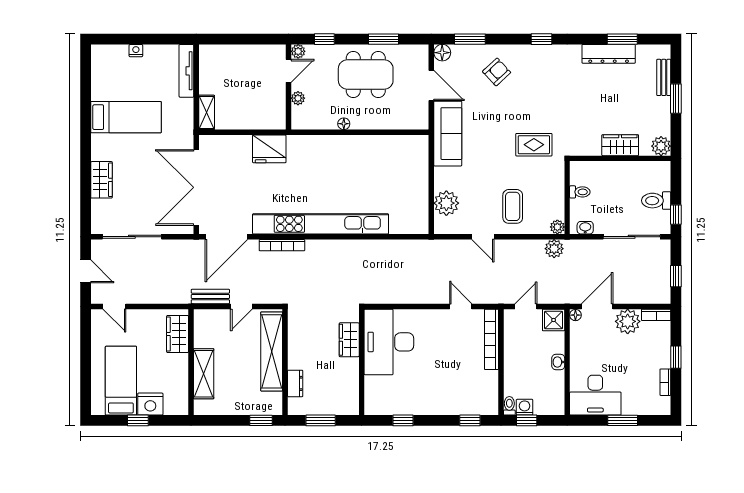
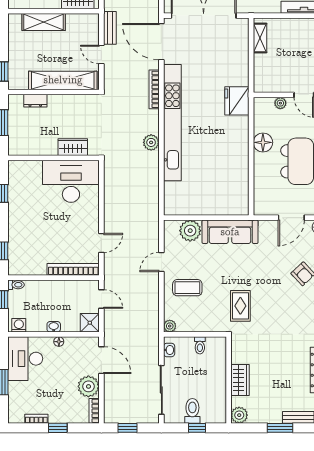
shelving: (207, 112) -> (260, 38), moved, turned 90
floor lamp: (344, 124) -> (263, 142), width x1.89, depth x1.89
sofa: (448, 134) -> (230, 232), moved
fridge: (269, 149) -> (237, 101), moved
window: (676, 215) -> (197, 428), moved
plant: (554, 249) -> (151, 142), moved
floor lamp: (575, 315) -> (59, 342), moved
washing machine: (525, 407) -> (19, 325), moved, turned -90

